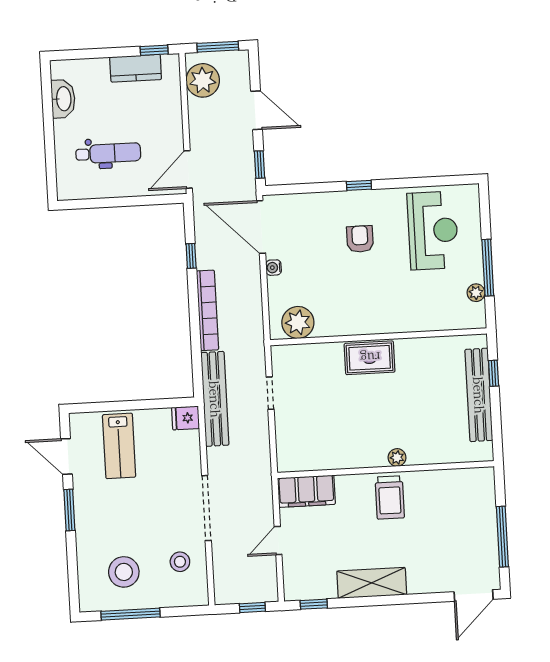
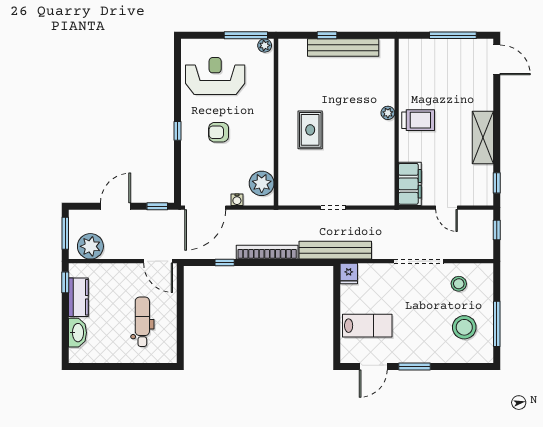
washbasin: (63, 99) -> (77, 333), moved, turned 90
plant: (298, 322) -> (262, 183), moved
wall: (378, 337) -> (276, 122), moved

